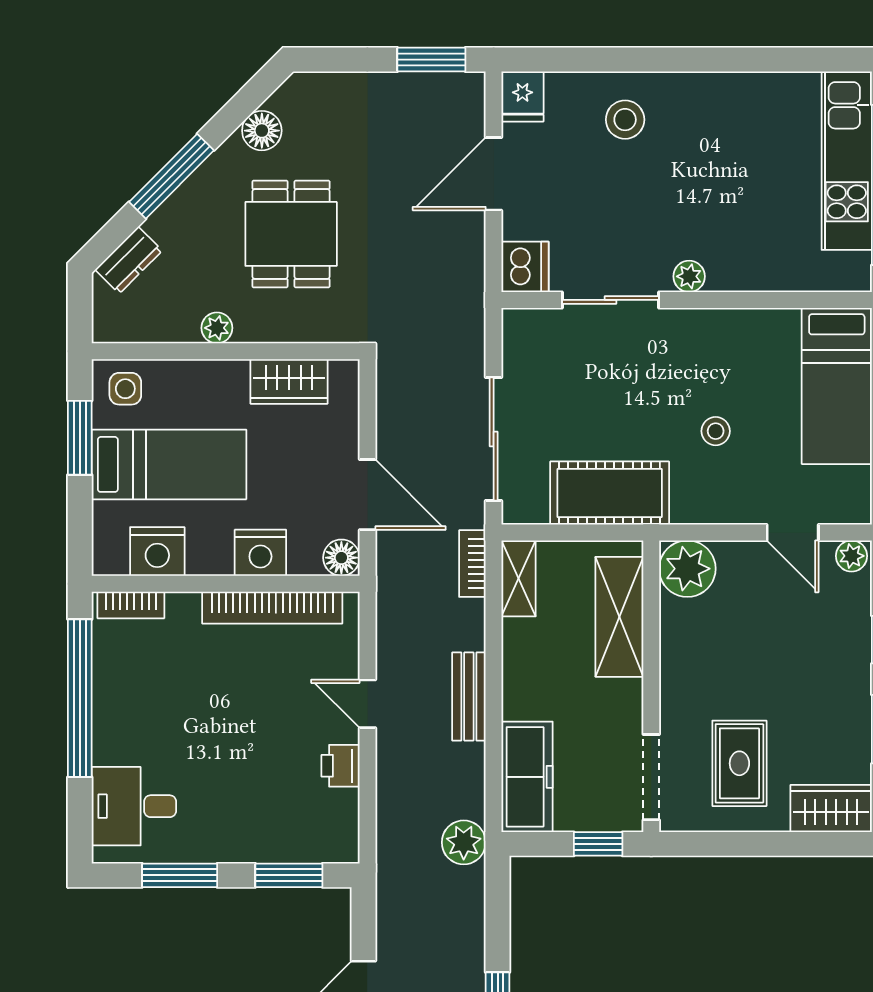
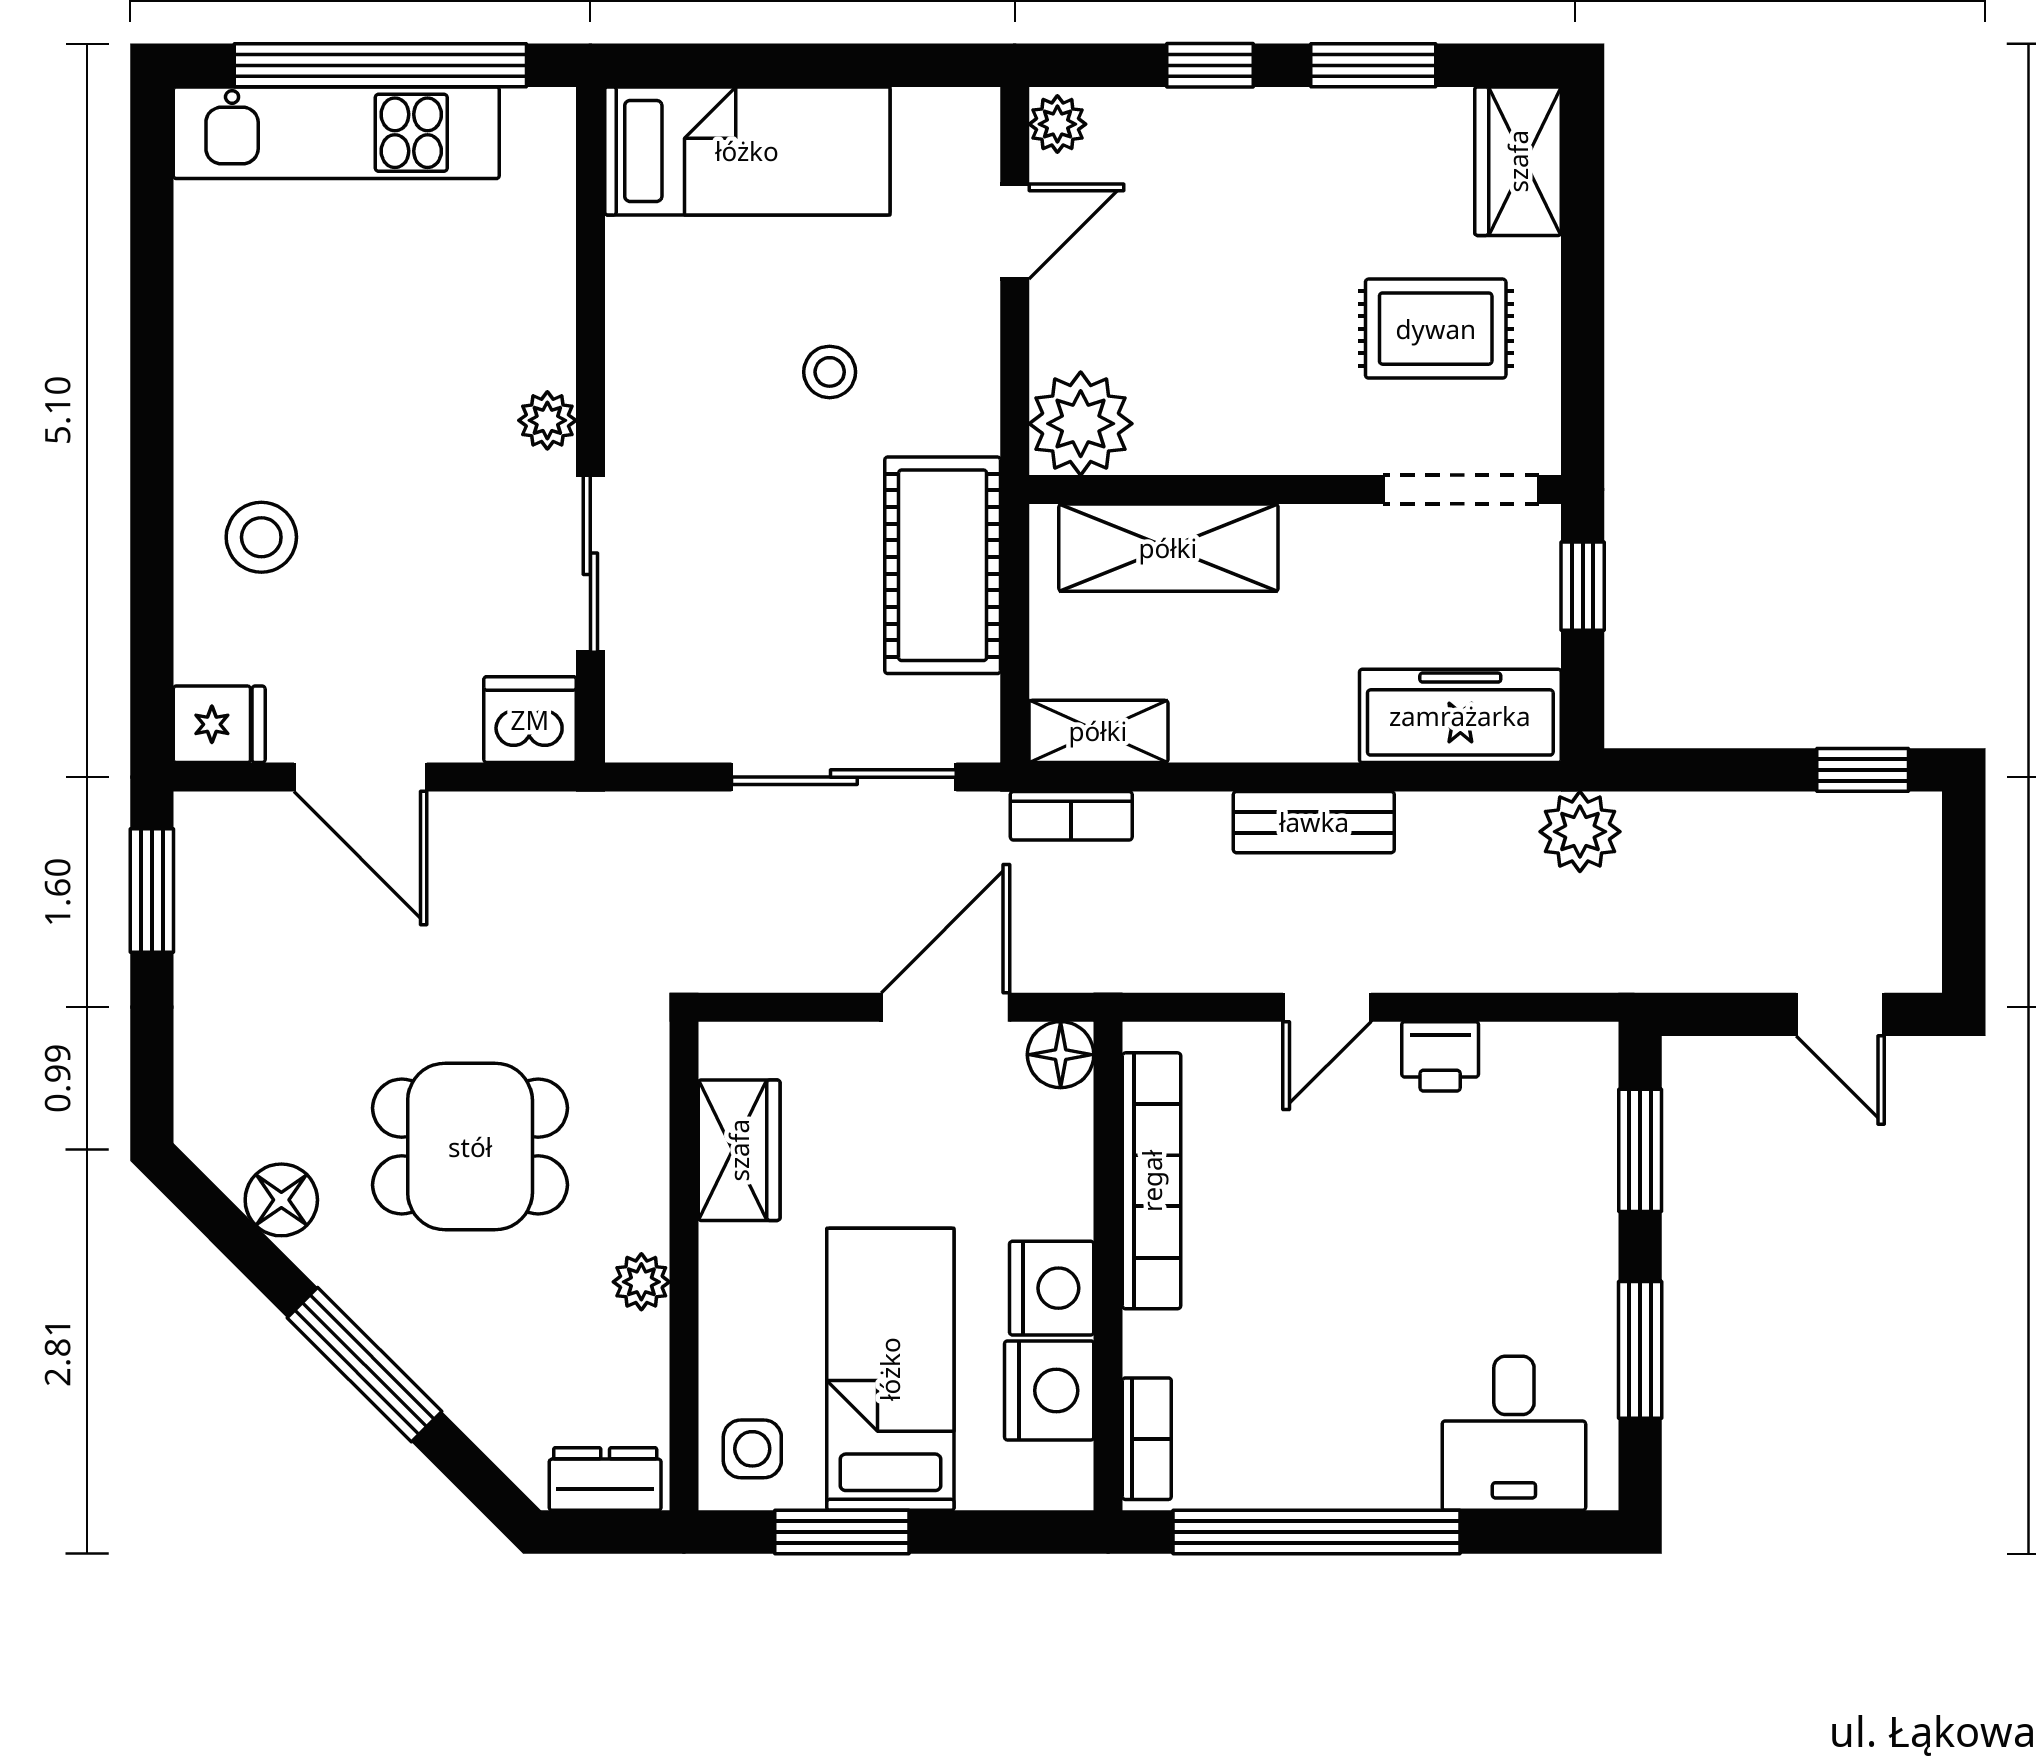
dresser: (129, 260) -> (605, 1479), moved, turned -45
nightstand: (260, 553) -> (1052, 1288), moved

